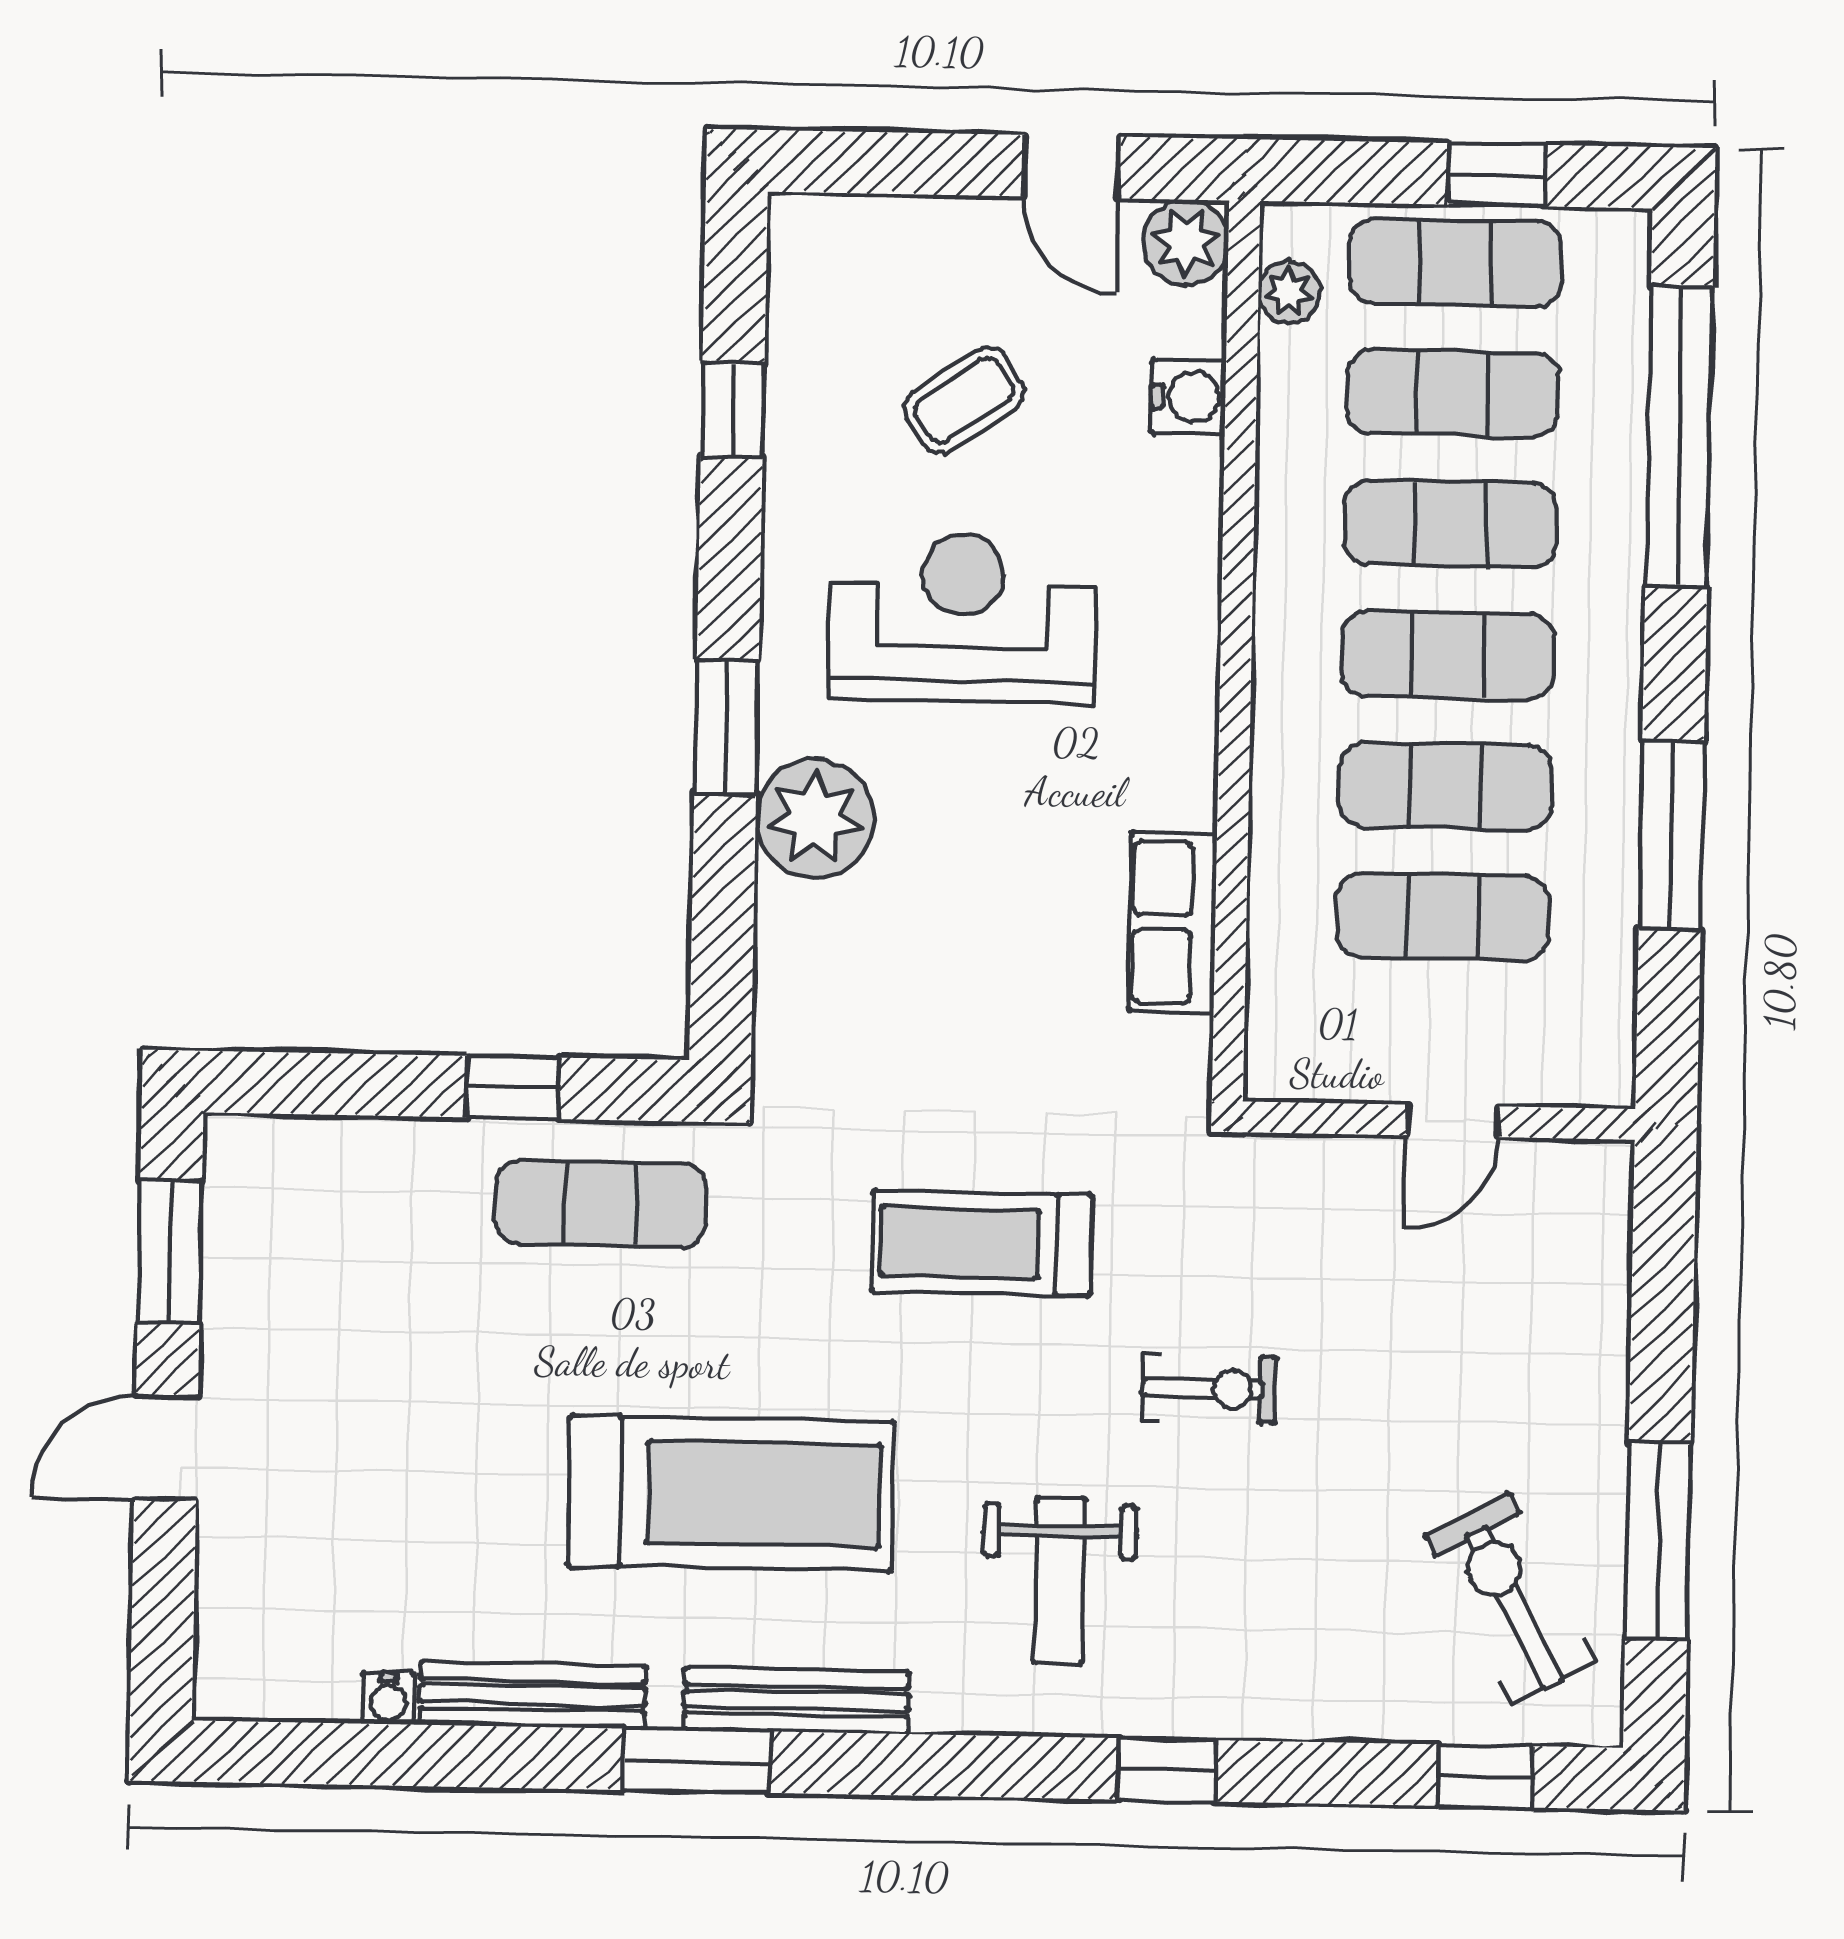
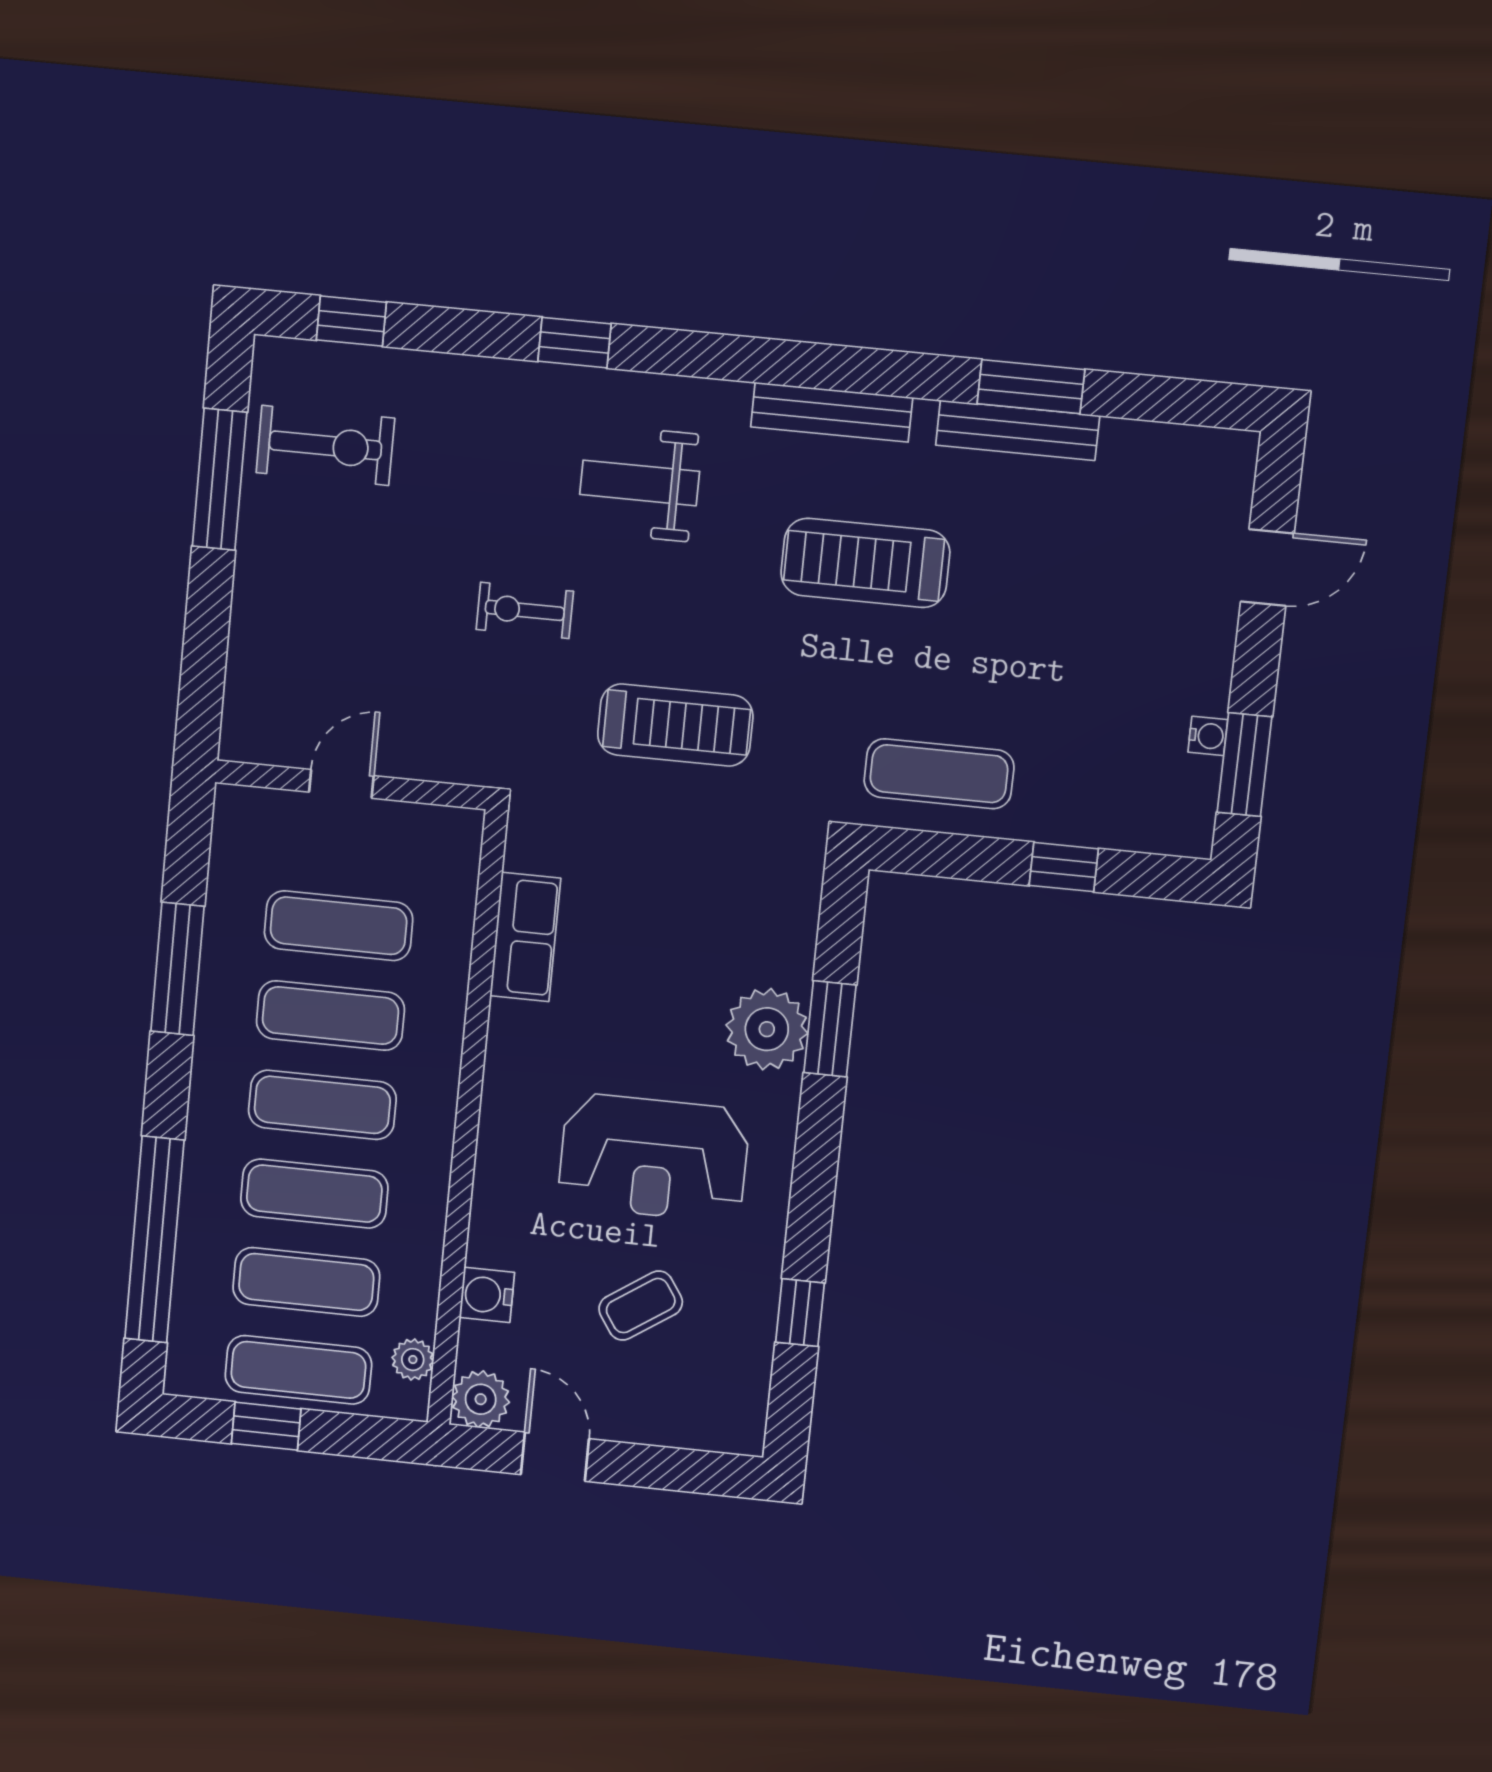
window: (726, 727) -> (830, 1029), moved
window: (513, 1087) -> (1064, 867), moved
door: (166, 1448) -> (1267, 568), moved
treadmill: (731, 1493) -> (865, 563), width x0.73, depth x0.73
weight bench: (1060, 1581) -> (640, 483), turned -90
exercise bike: (1510, 1599) -> (325, 445), turned -62
water cooler: (388, 1699) -> (1208, 736), moved, turned 90
window: (697, 1761) -> (1031, 387), moved

